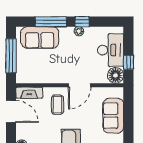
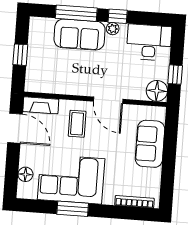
sofa: (40, 37) -> (80, 35), moved
desk: (111, 50) -> (149, 42), moved, turned -90
window: (11, 56) -> (20, 55), width x0.46
door: (80, 85) -> (108, 100), hinge flipped

